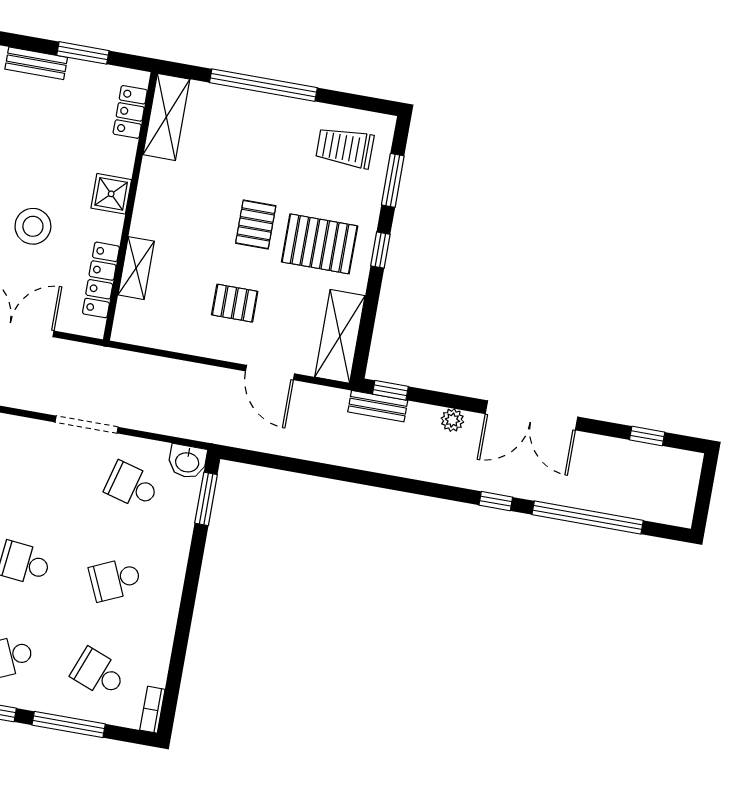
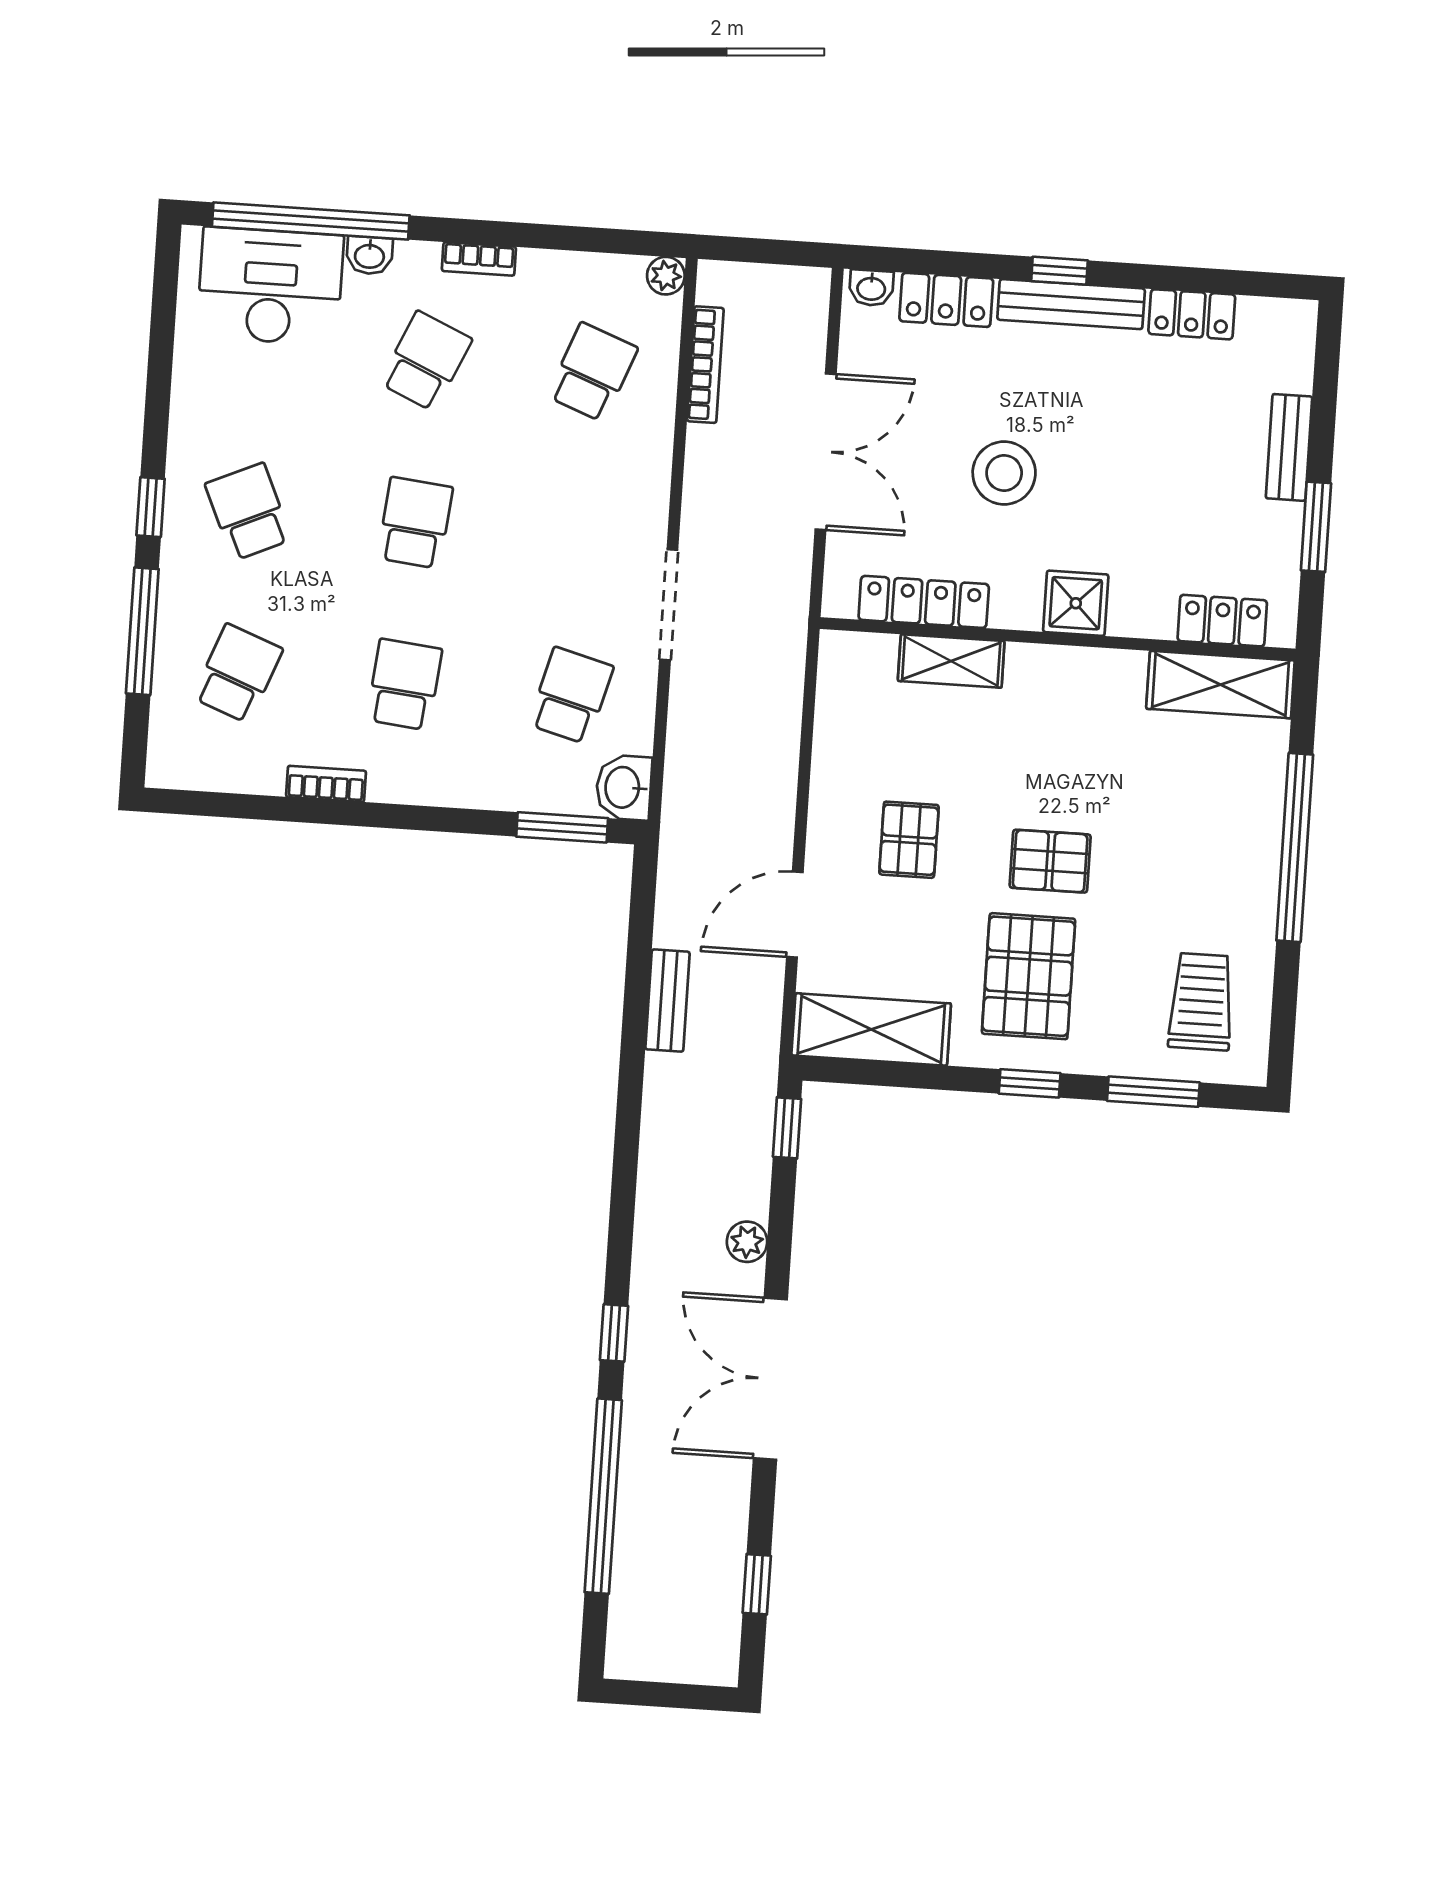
bench: (378, 406) -> (667, 1001), moved
school desk: (115, 579) -> (404, 684), turned 30
bookcase: (152, 710) -> (326, 784), moved

